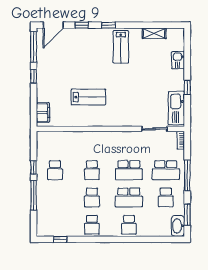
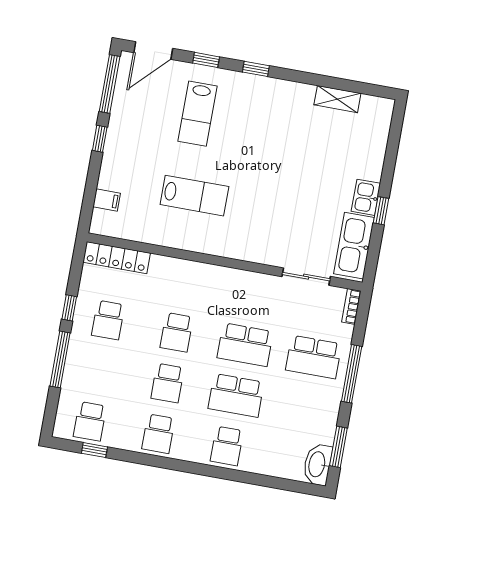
lab bench: (121, 47) -> (197, 114), moved
kitchen sink: (178, 60) -> (366, 197), moved
filing cabinet: (43, 113) -> (107, 200), width x0.50
locker: (54, 137) -> (117, 258), added
school desk: (166, 197) -> (90, 421), moved

